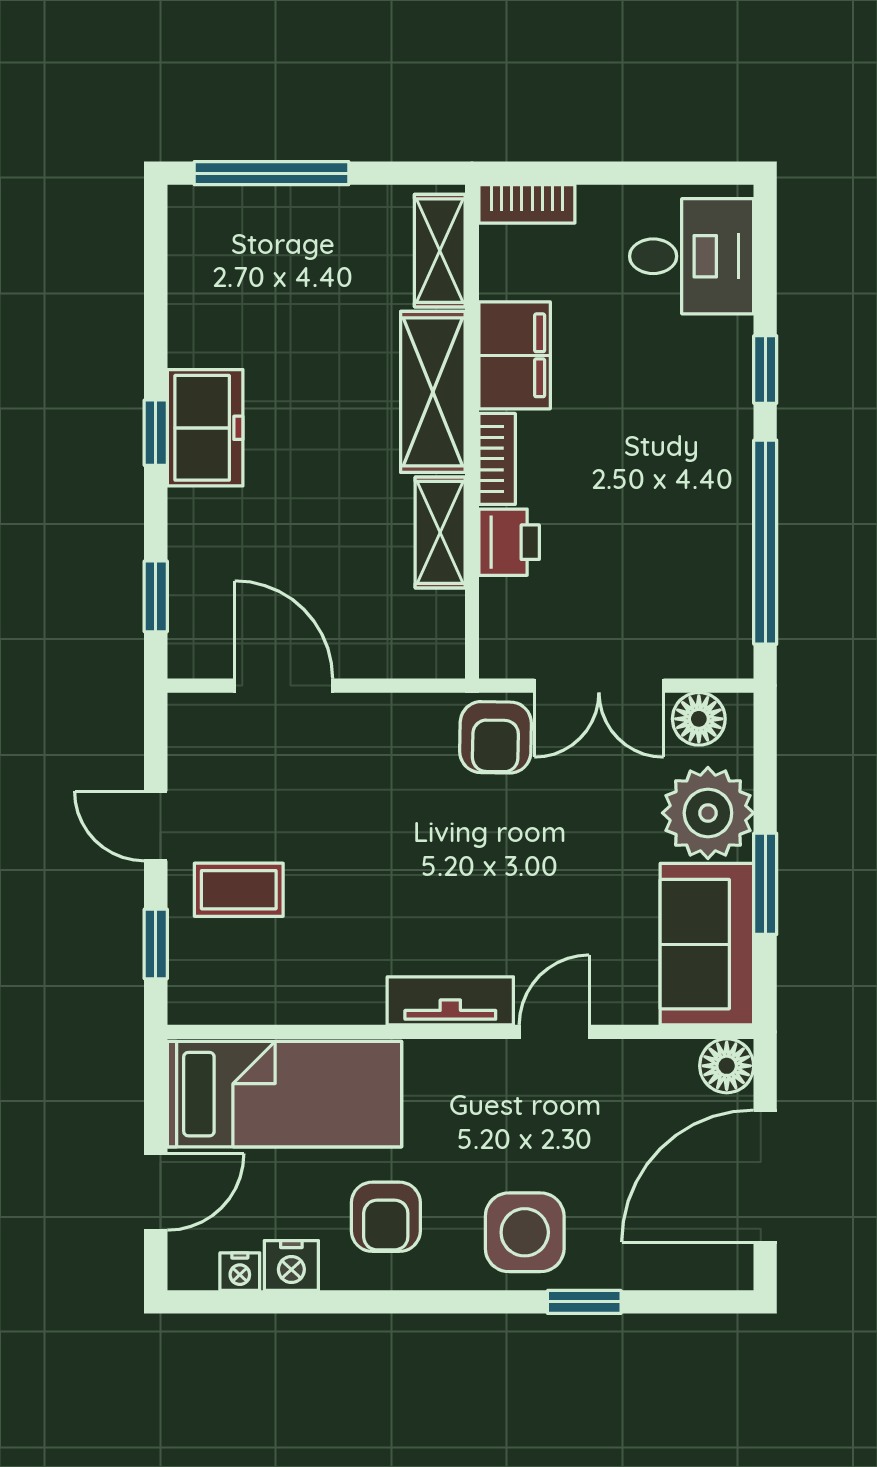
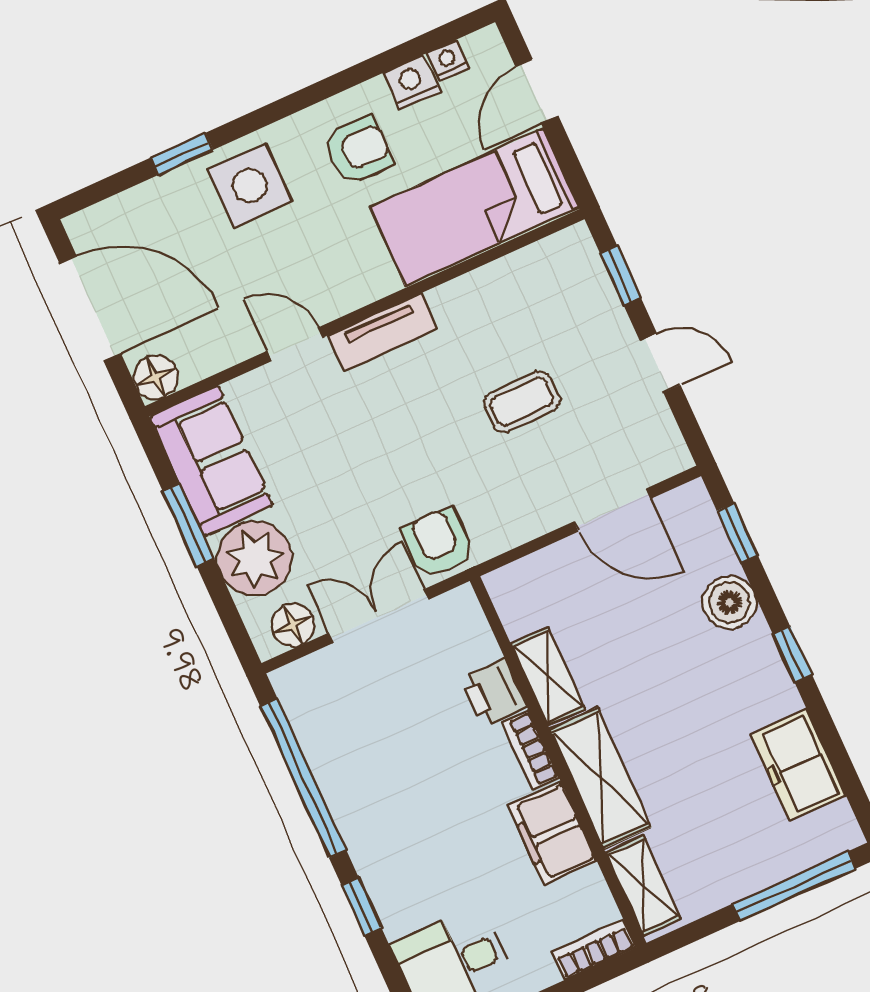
freezer: (205, 428) -> (798, 765), moved
boiler: (200, 523) -> (729, 602), added
coffee table: (239, 890) -> (522, 402), moved
door: (554, 1032) -> (295, 344), swing flipped
door: (765, 1176) -> (90, 308), hinge flipped
armchair: (386, 1217) -> (358, 150), turned 90

